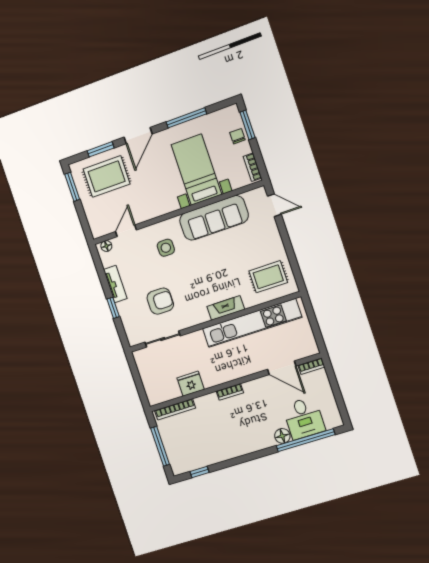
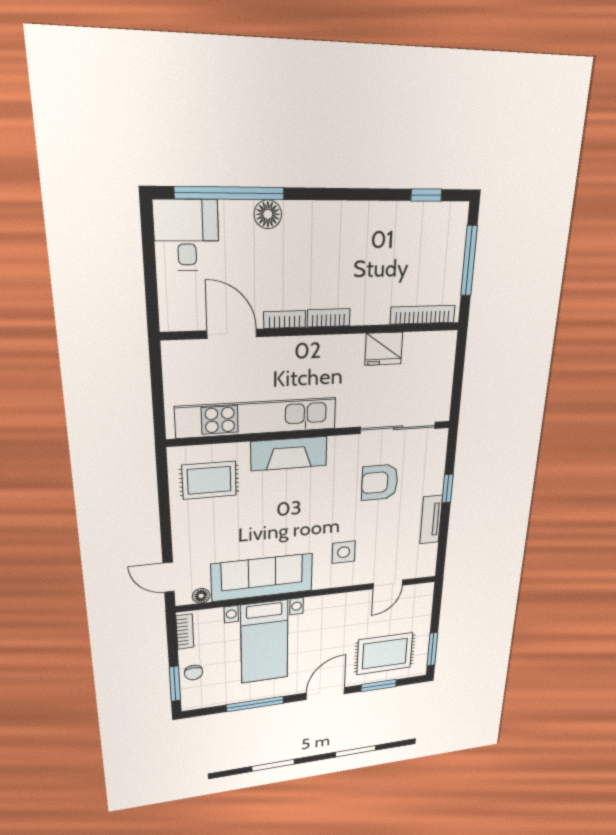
floor lamp: (106, 246) -> (201, 596), moved
fireplace: (226, 308) -> (289, 454), width x1.37, depth x1.32
sliding door: (163, 339) -> (398, 428), width x1.37
bookcase: (311, 366) -> (285, 319), moved
desk: (304, 418) -> (186, 235), moved

